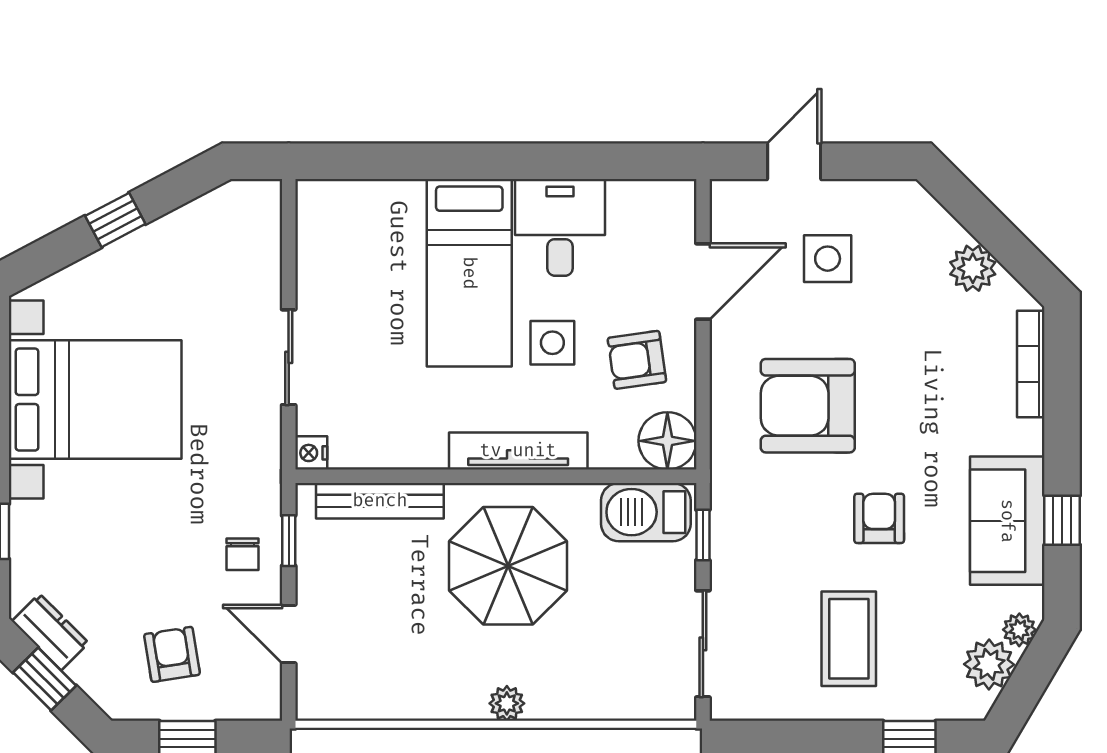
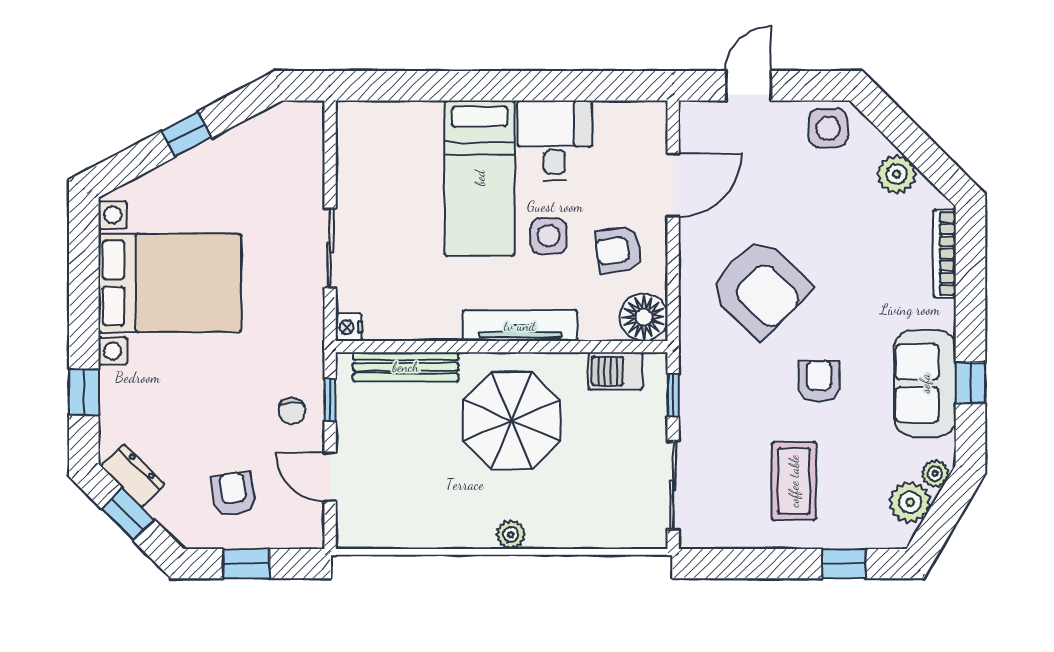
side table: (828, 259) -> (828, 128), moved
armchair: (808, 406) -> (760, 288), turned -136
barbecue: (646, 512) -> (616, 371), width x0.73, depth x0.79

